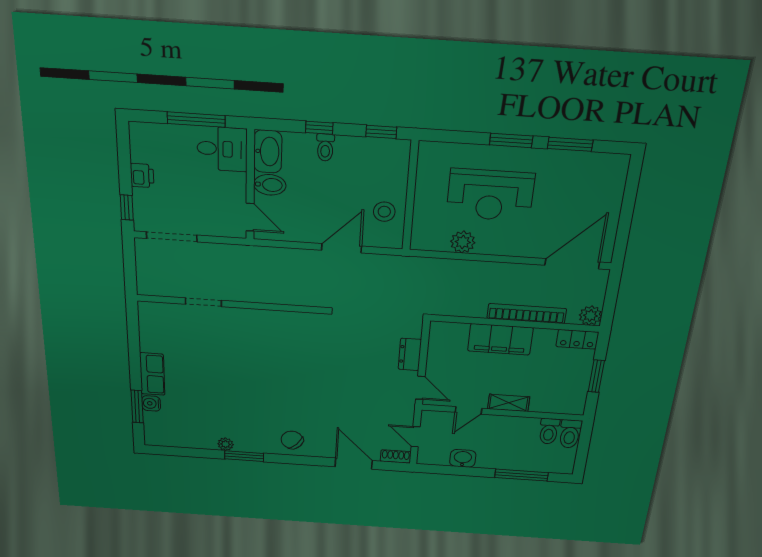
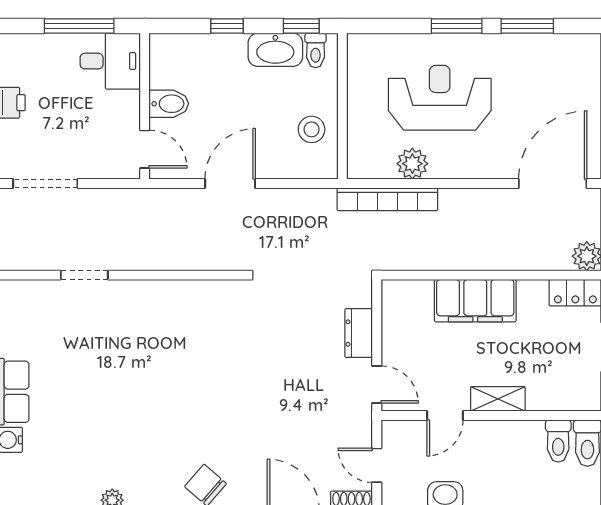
toilet: (325, 147) -> (316, 50), moved
washbasin: (268, 152) -> (275, 50), moved, turned 90
reception desk: (490, 195) -> (440, 98), turned 180
door: (342, 248) -> (230, 184), moved
bookcase: (527, 314) -> (387, 199), moved, turned 180

